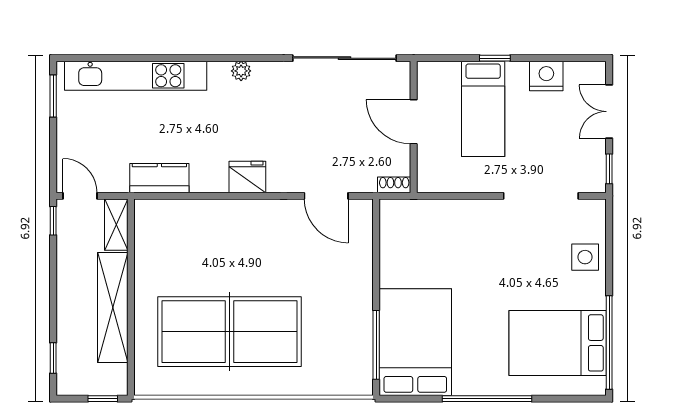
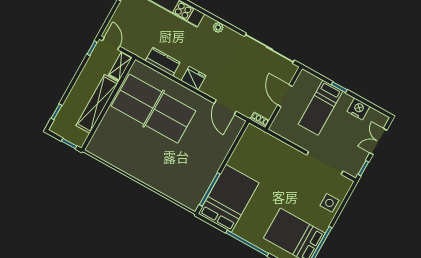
kitchen counter: (159, 178) -> (163, 62), moved
table tennis table: (229, 332) -> (154, 109), moved

